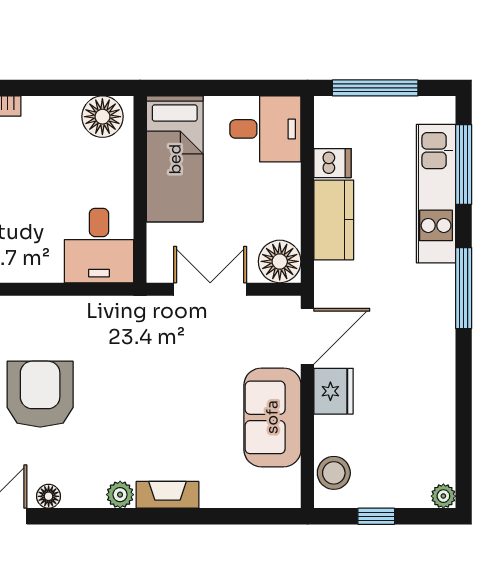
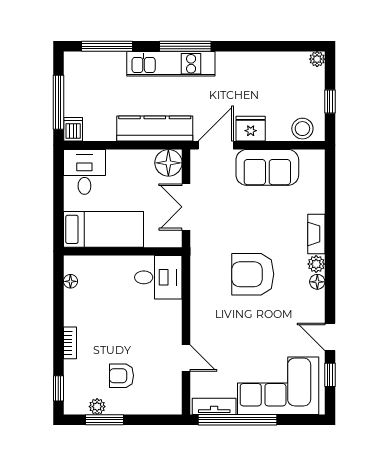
floor lamp: (102, 117) -> (70, 281), width x0.53, depth x0.53
dishwasher: (333, 163) -> (73, 129), moved
kitchen unit: (436, 194) -> (171, 64), moved
kitchen counter: (334, 220) -> (155, 129), width x1.50
door: (307, 336) -> (216, 145), hinge flipped
armchair: (40, 394) -> (253, 274), moved
floor lamp: (49, 496) -> (317, 282), moved

